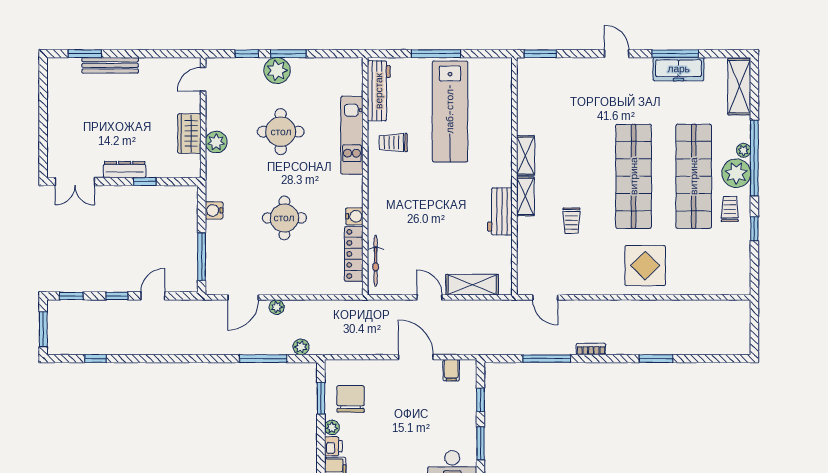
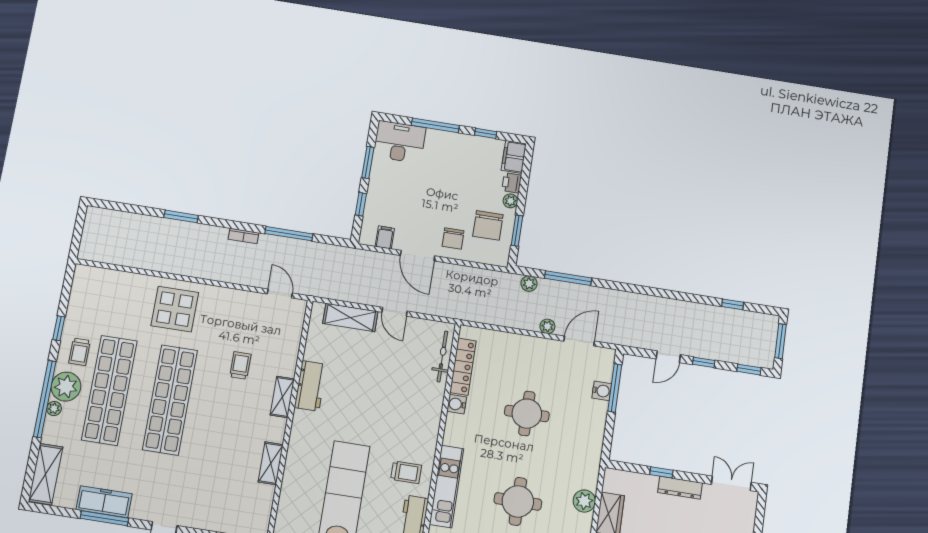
shelving: (525, 156) -> (271, 463), moved
water cooler: (214, 210) -> (602, 391), moved
chair: (383, 380) -> (453, 238), added

